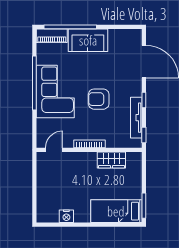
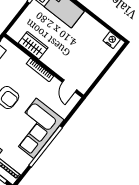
door: (54, 150) -> (70, 86), hinge flipped
nightstand: (66, 216) -> (112, 40), moved

